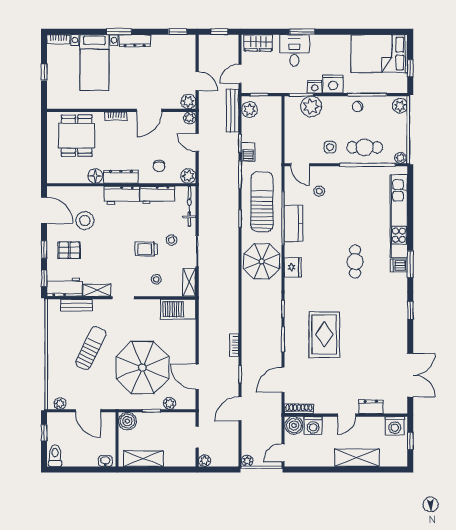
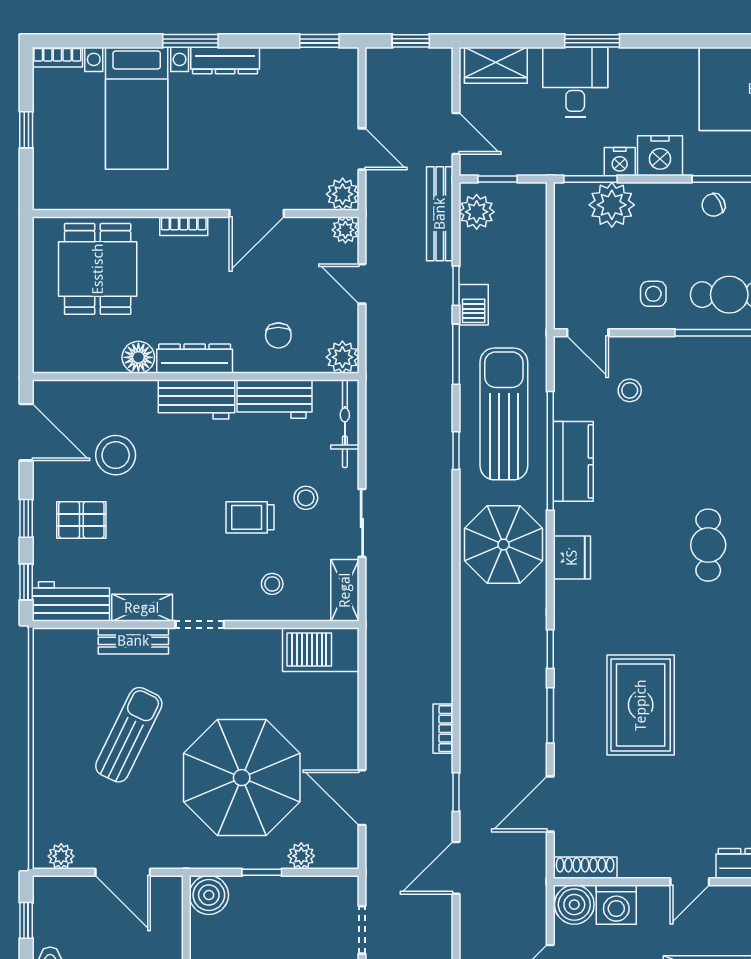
door: (240, 74) -> (456, 133), swing flipped
bench: (76, 305) -> (133, 641), moved

